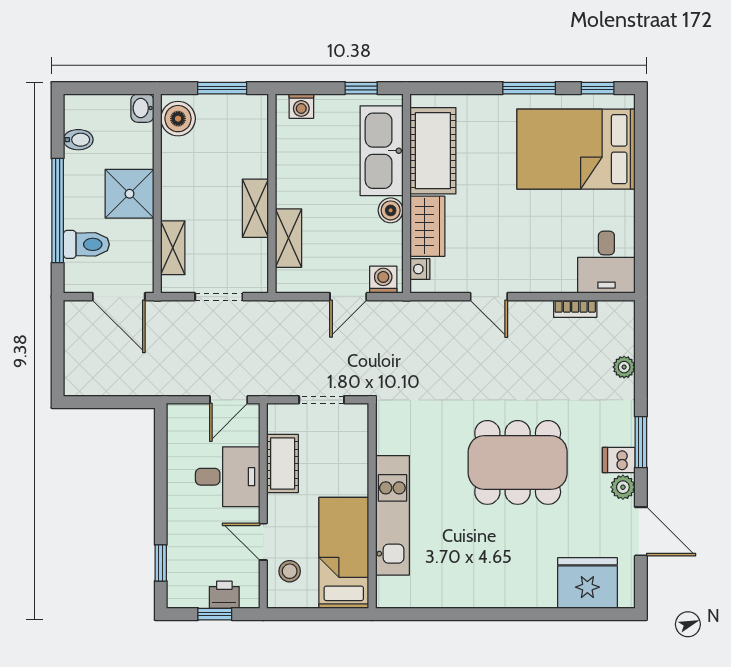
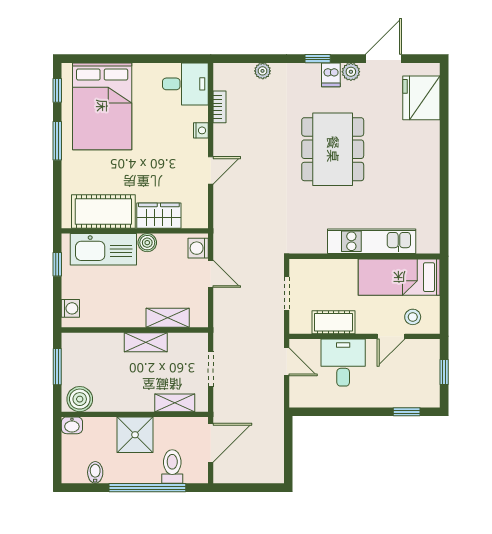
nightstand: (420, 269) -> (201, 130), moved, turned -90
window: (641, 442) -> (318, 59), width x0.67
printer: (224, 595) -> (430, 365), removed

